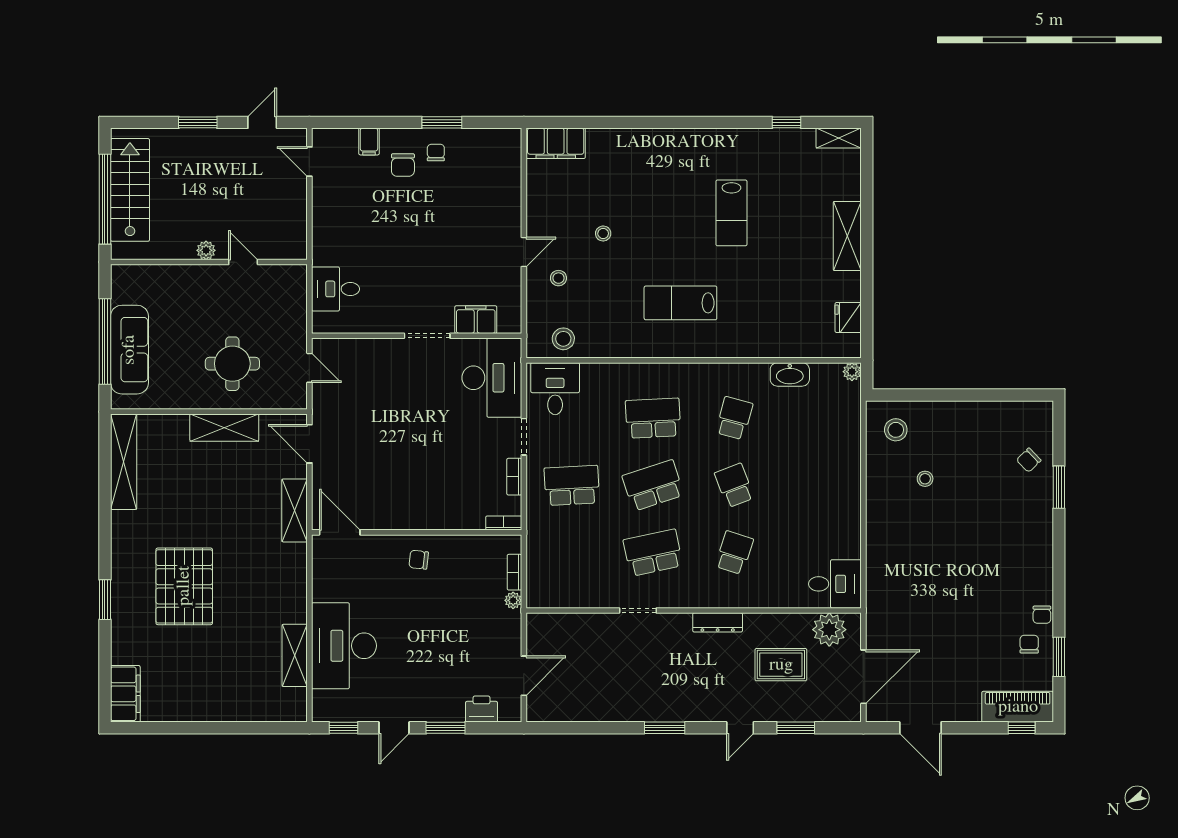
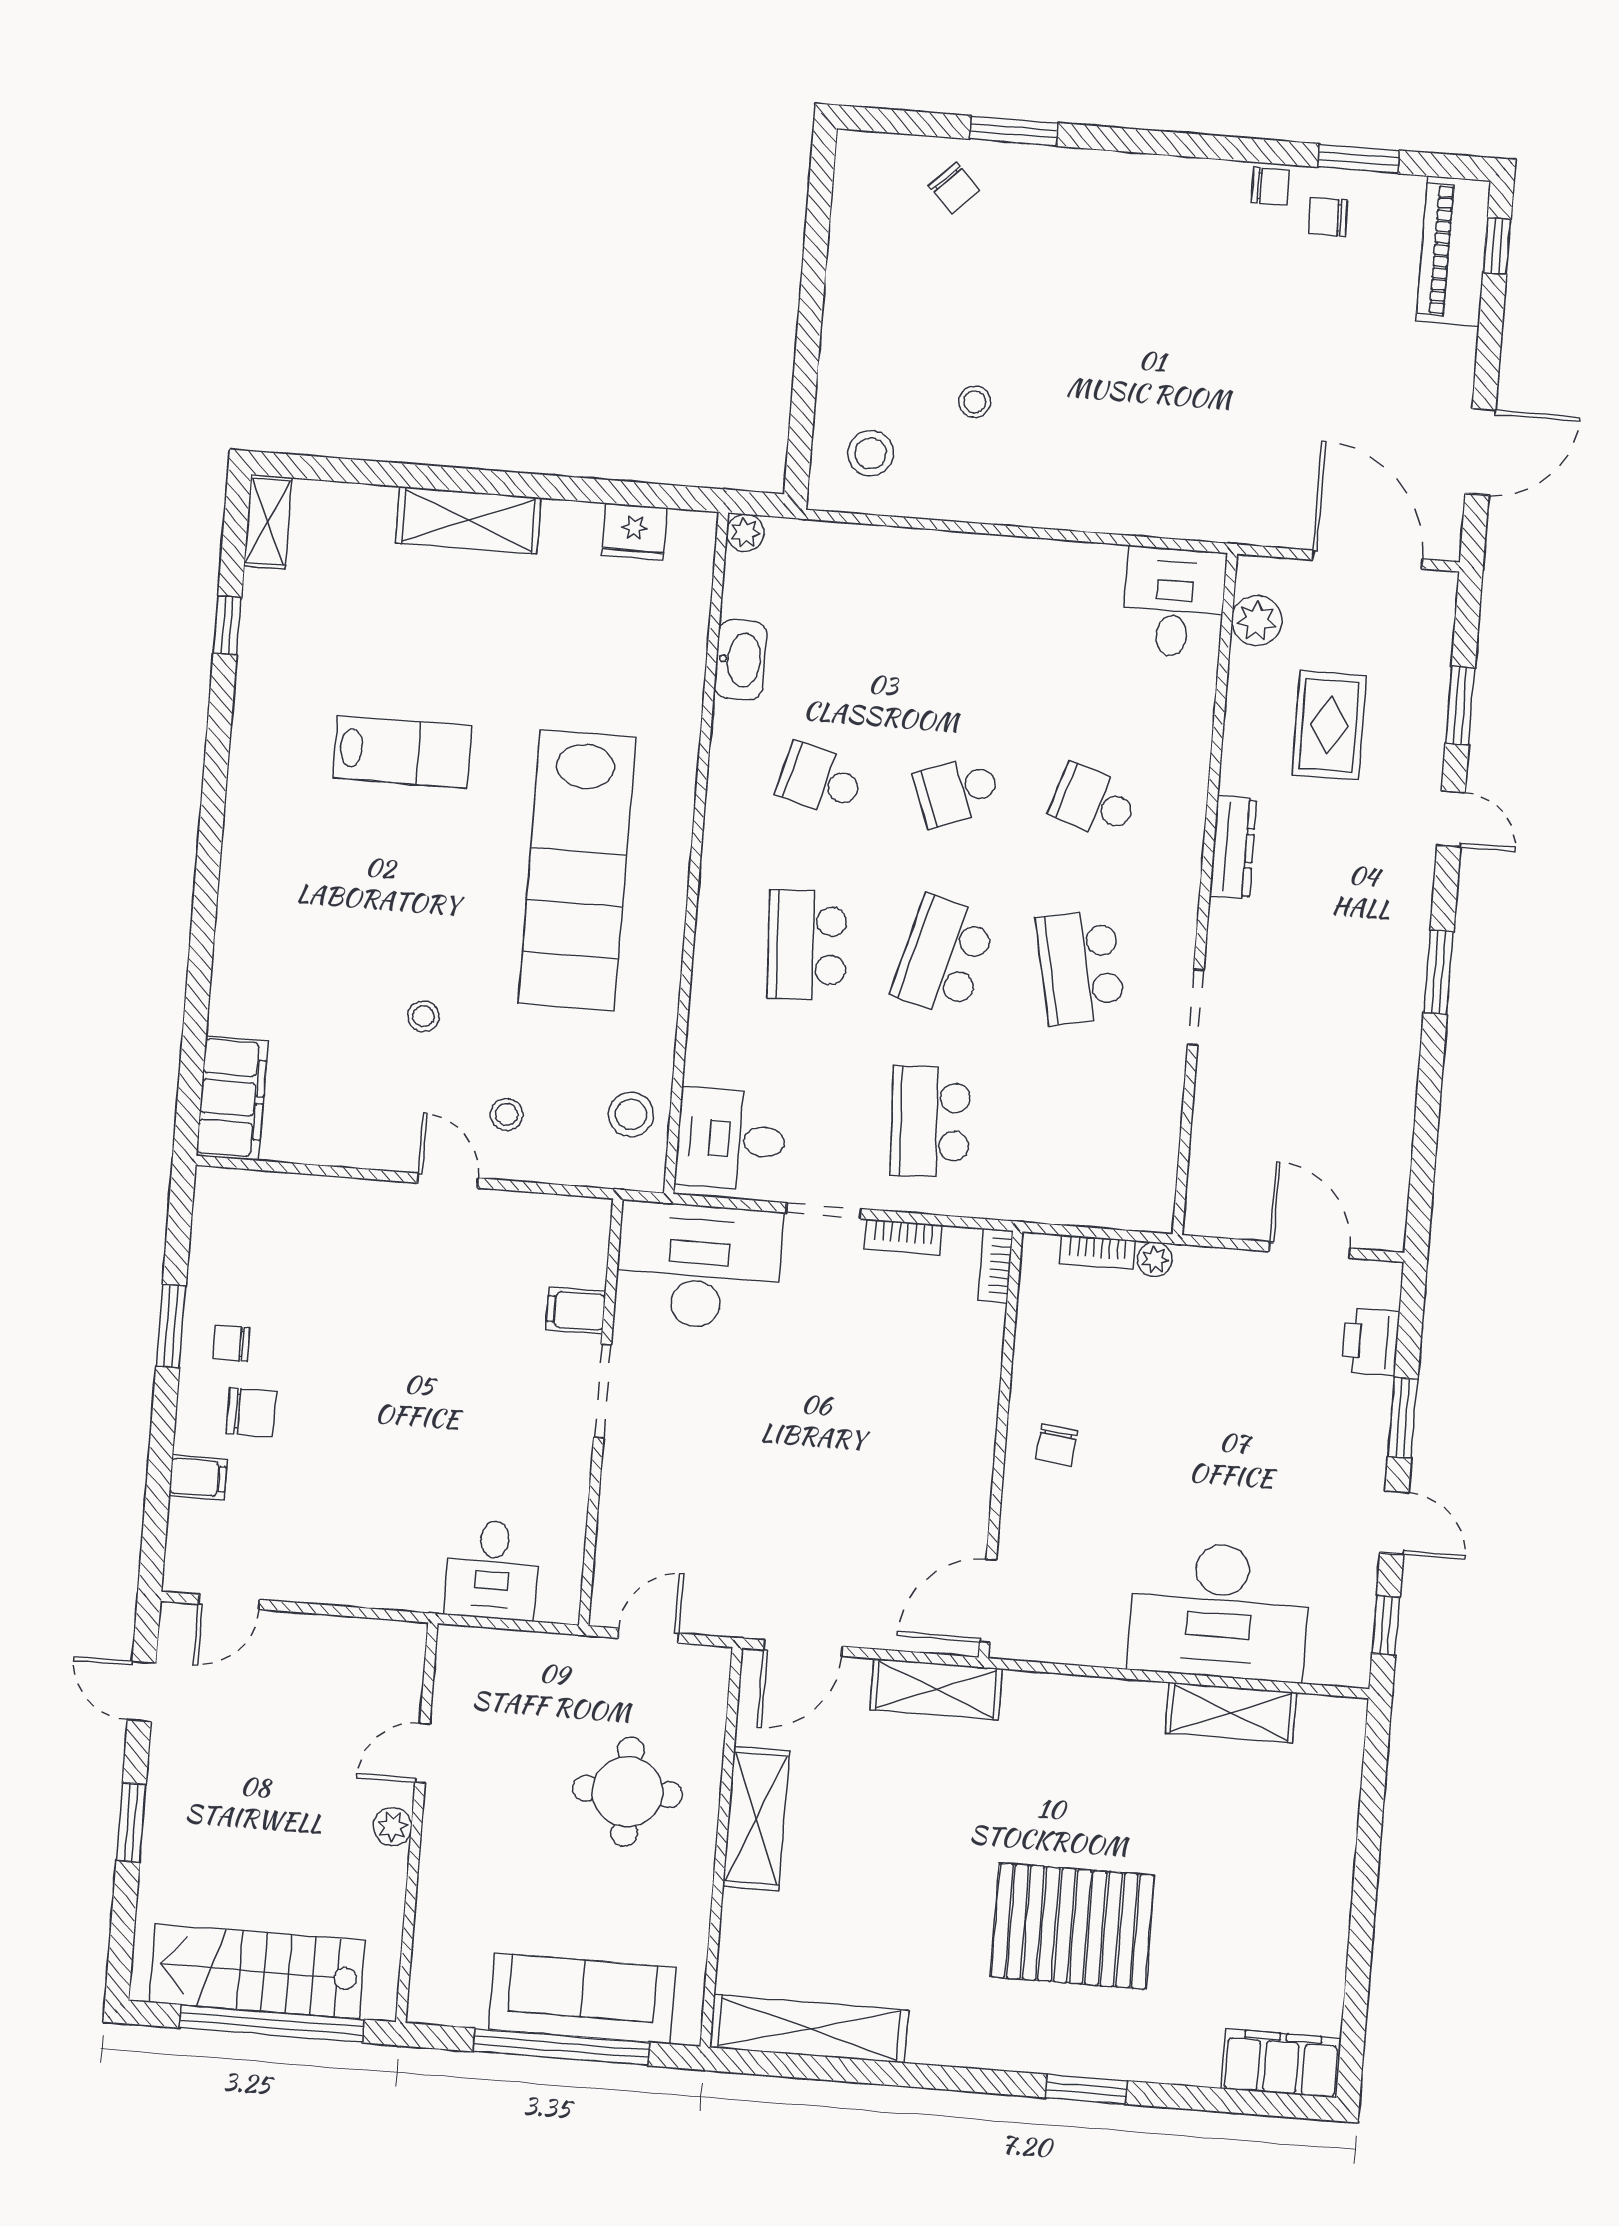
lab bench: (680, 303) -> (577, 870), width x1.86, depth x1.39
filing cabinet: (476, 320) -> (576, 1311), width x0.50
school desk: (653, 485) -> (944, 956), turned 33
plant: (829, 630) -> (1257, 620), width x0.73, depth x0.73

